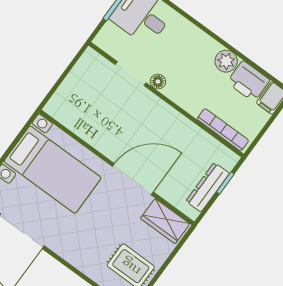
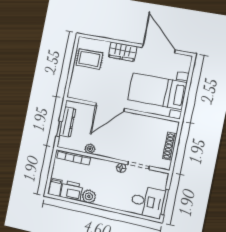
shoe rack: (72, 81) -> (170, 146), added
plant: (192, 131) -> (90, 149), added
wardrobe: (165, 221) -> (122, 52), moved, turned 180

